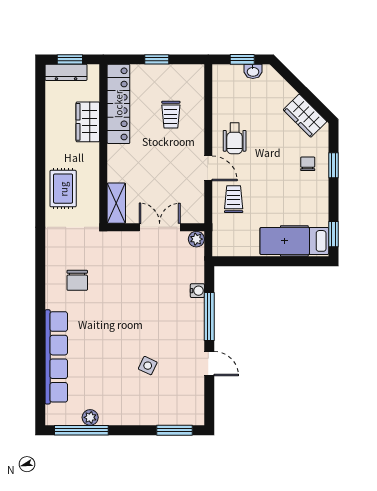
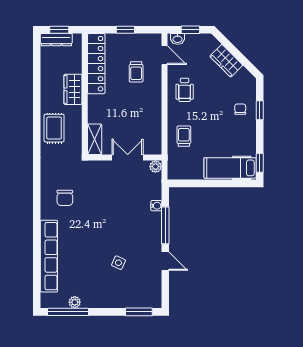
washbasin: (253, 71) -> (178, 39), moved
wardrobe: (305, 116) -> (226, 61), moved
wardrobe: (88, 122) -> (73, 89), moved
door: (208, 168) -> (165, 55), moved

